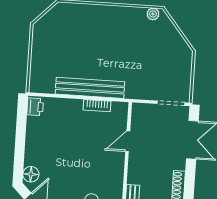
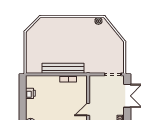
printer: (35, 107) -> (30, 93), moved
door: (128, 141) -> (88, 109), moved

